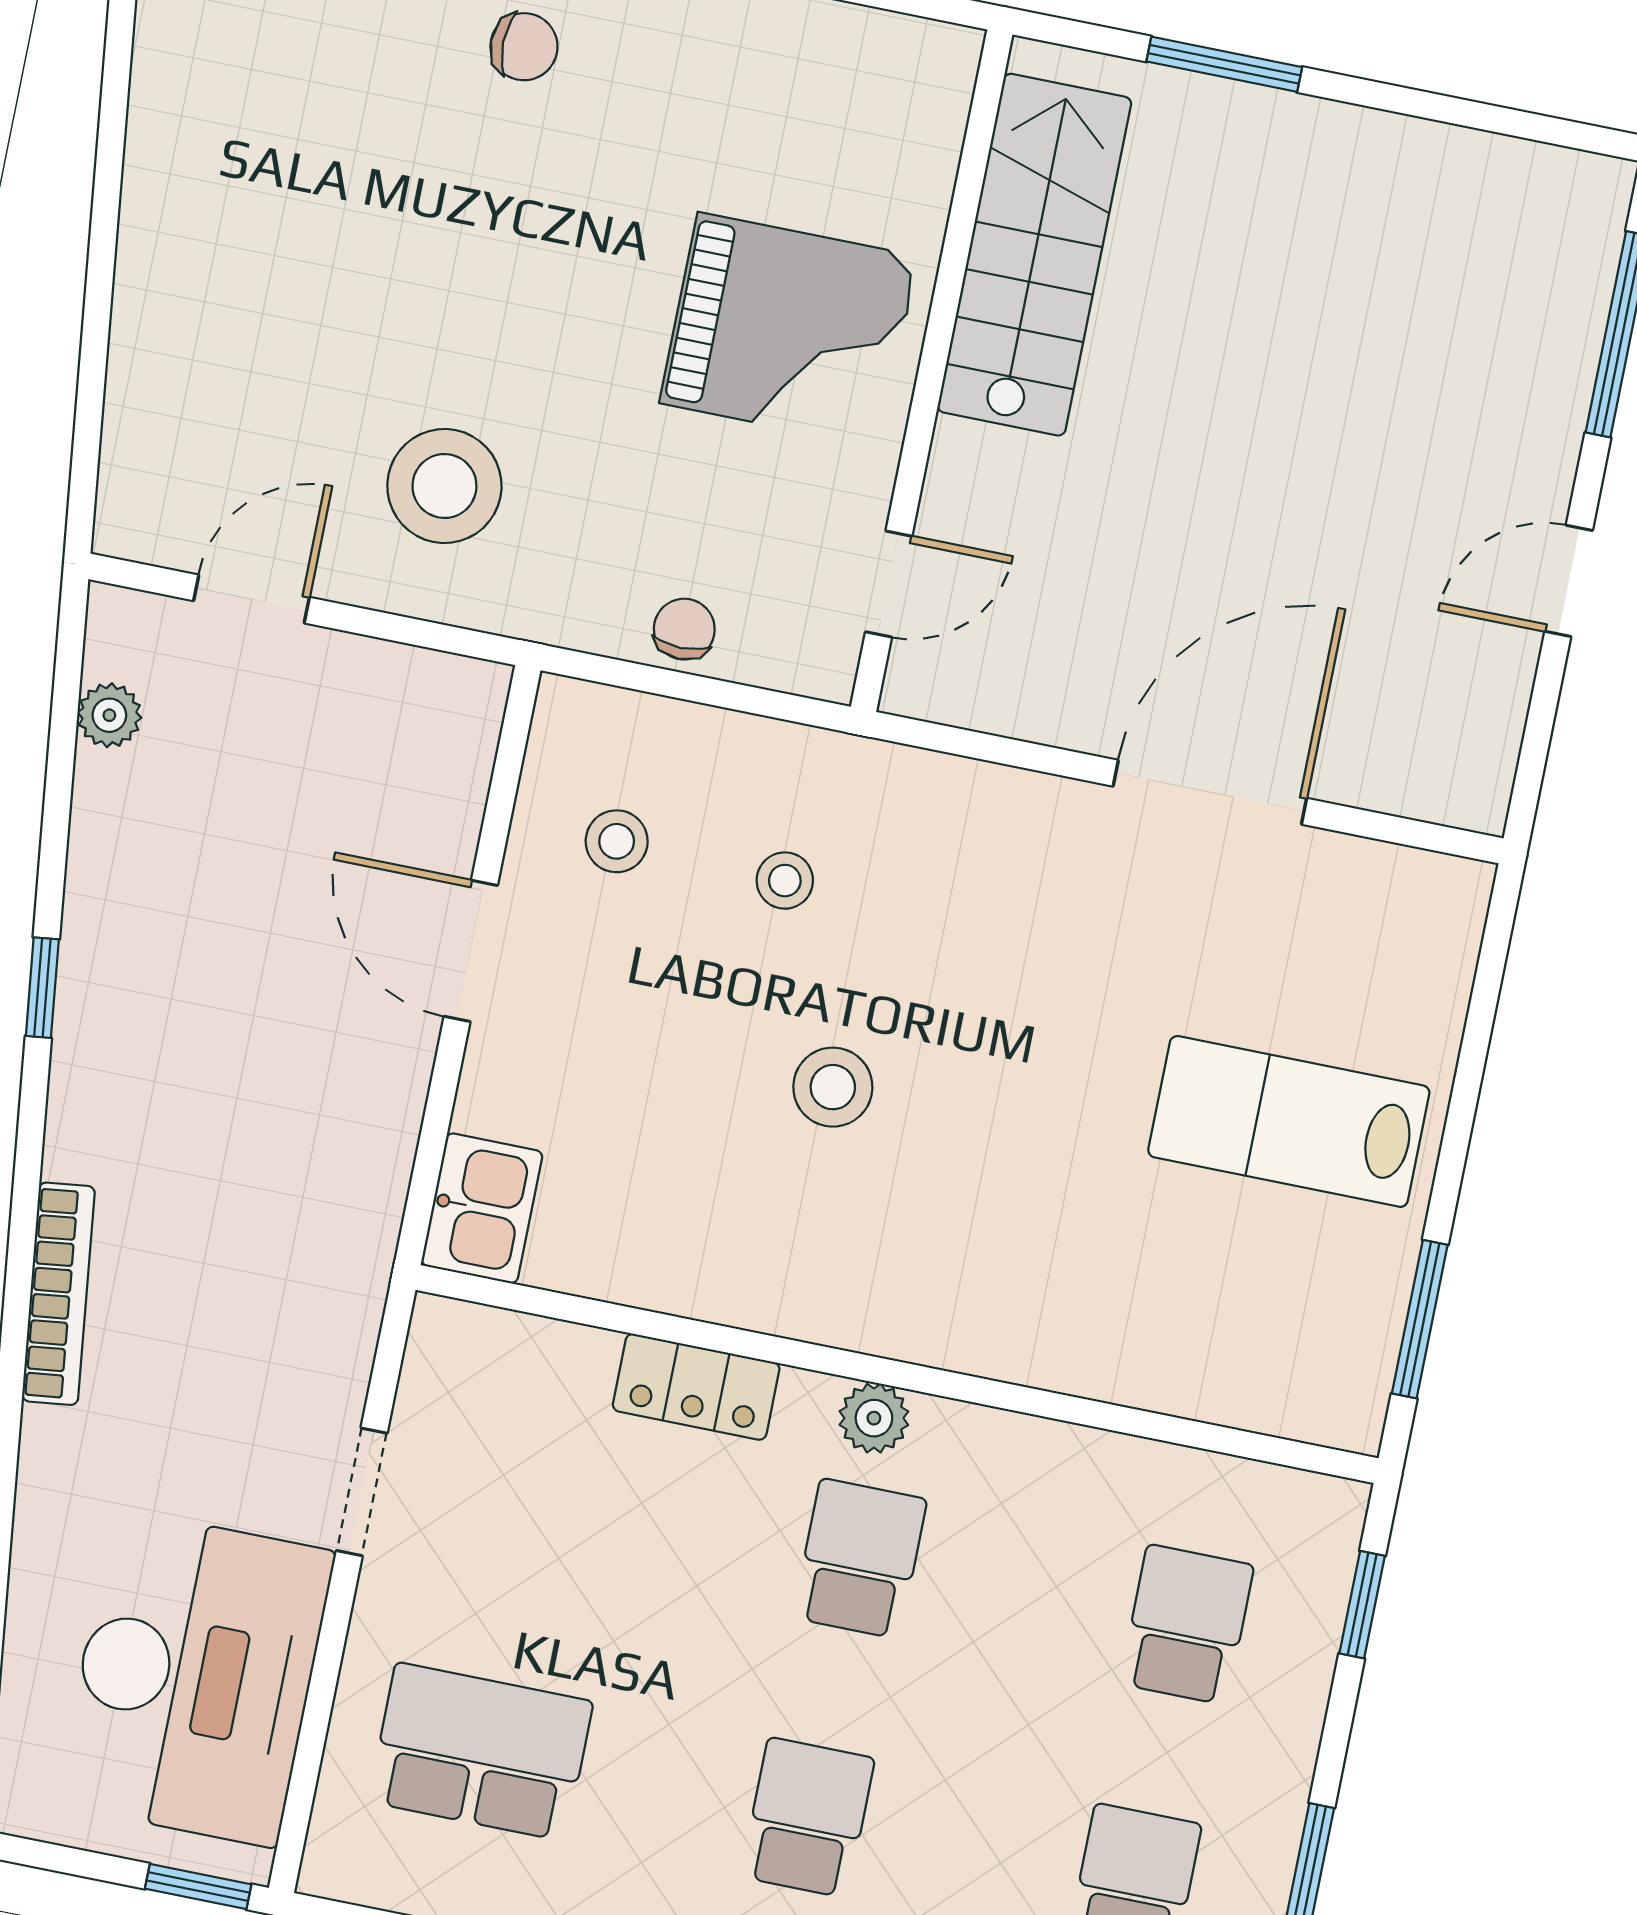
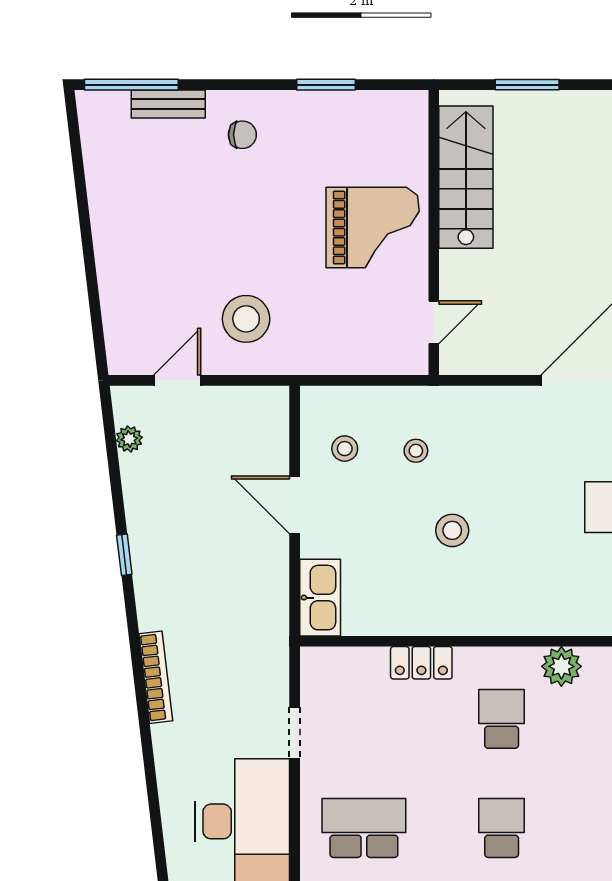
chair: (684, 629) -> (355, 357), removed
kitchen sink: (482, 1208) -> (320, 598), width x1.38
plant: (874, 1418) -> (561, 666), moved, width x1.38, depth x1.38

